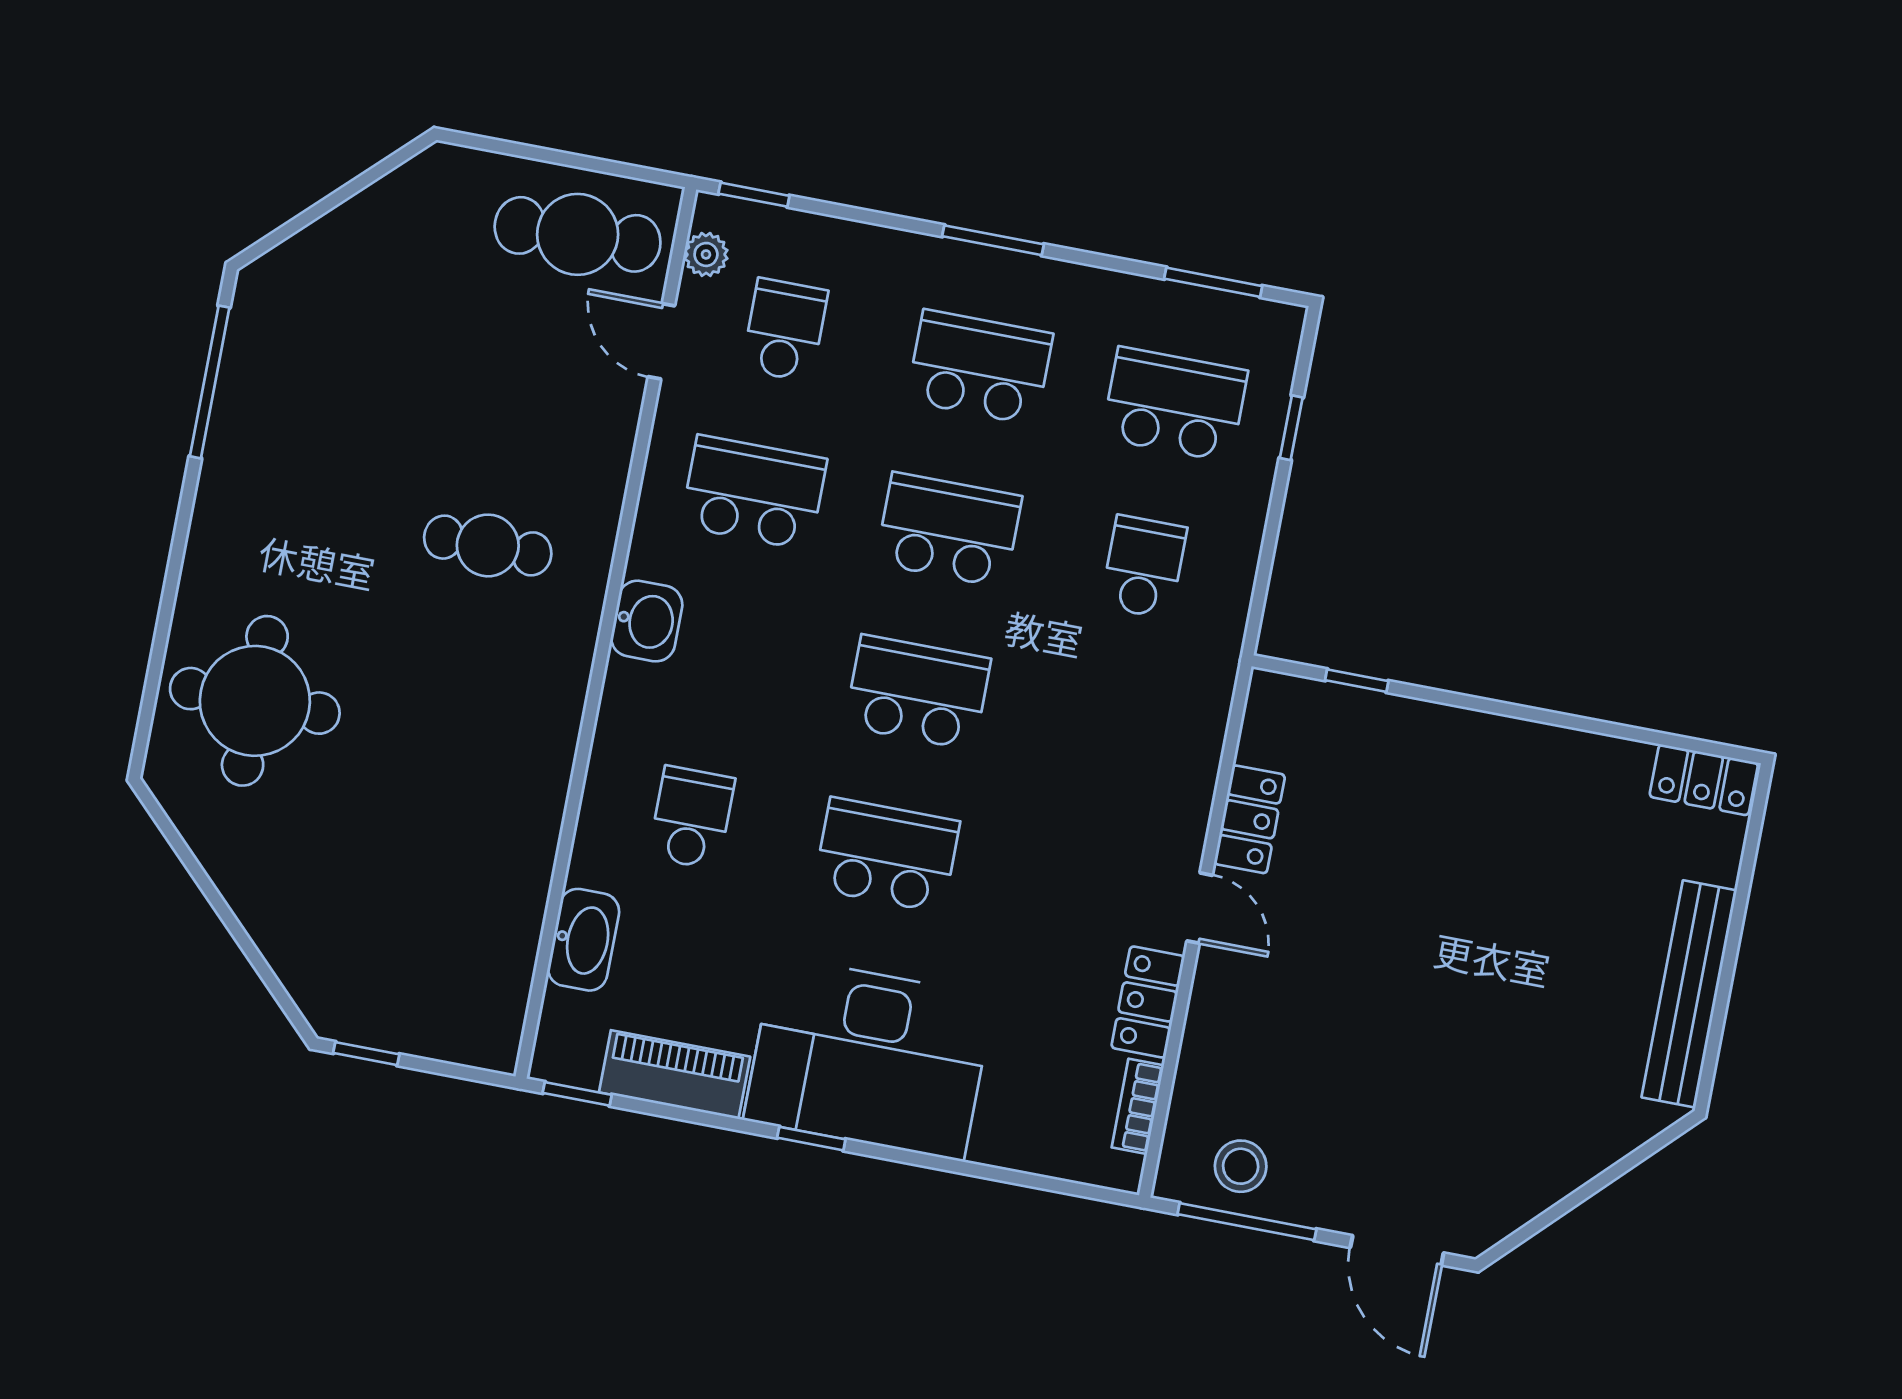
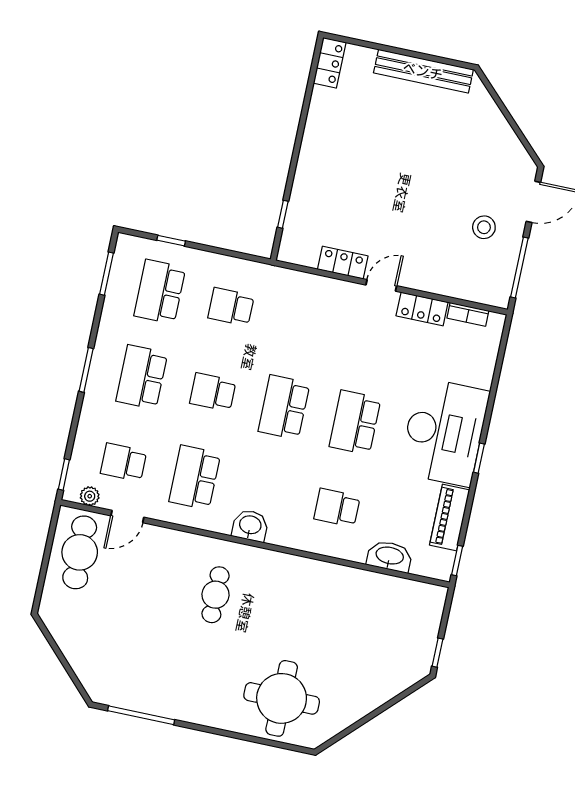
school desk: (949, 530) -> (213, 392), width x0.54
stool: (1241, 1166) -> (484, 227), moved

